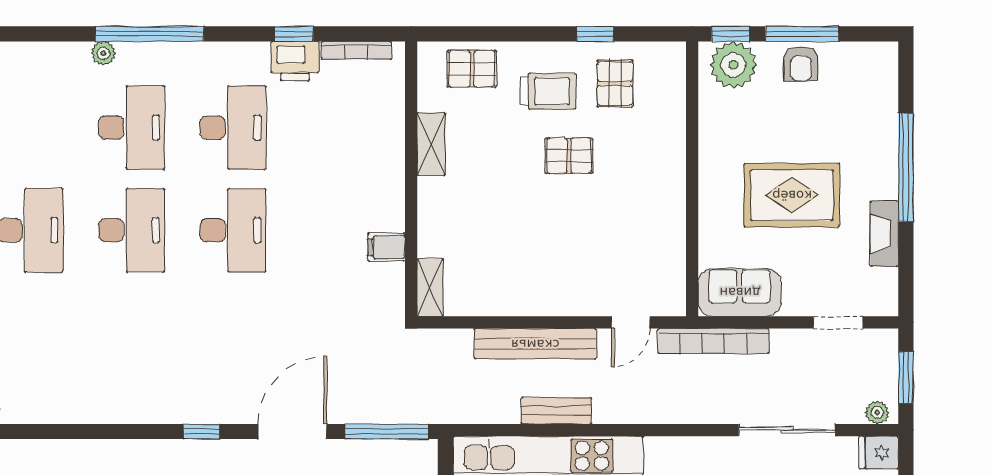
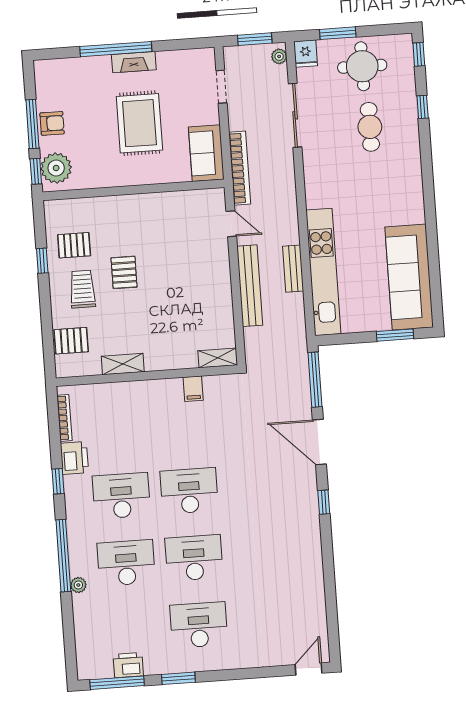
window: (294, 34) -> (58, 481), moved
pallet: (472, 69) -> (71, 341), turned 90
fireplace: (884, 234) -> (134, 62), moved

